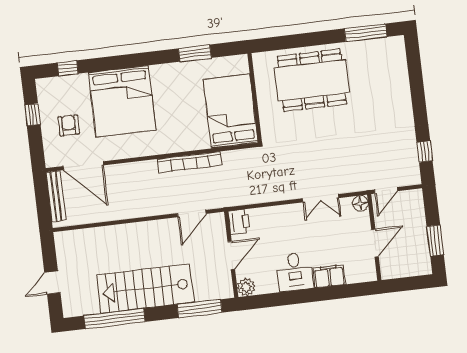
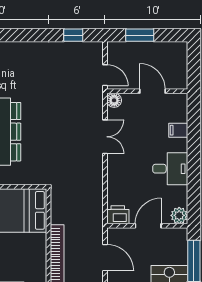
window: (435, 240) -> (140, 35), moved
door: (231, 255) -> (148, 226), hinge flipped
filing cabinet: (329, 276) -> (178, 130), width x0.50

